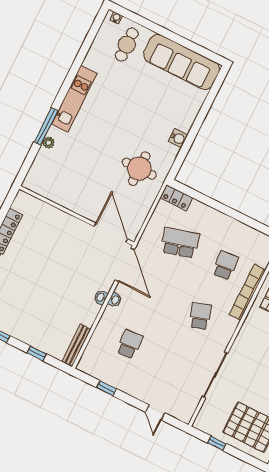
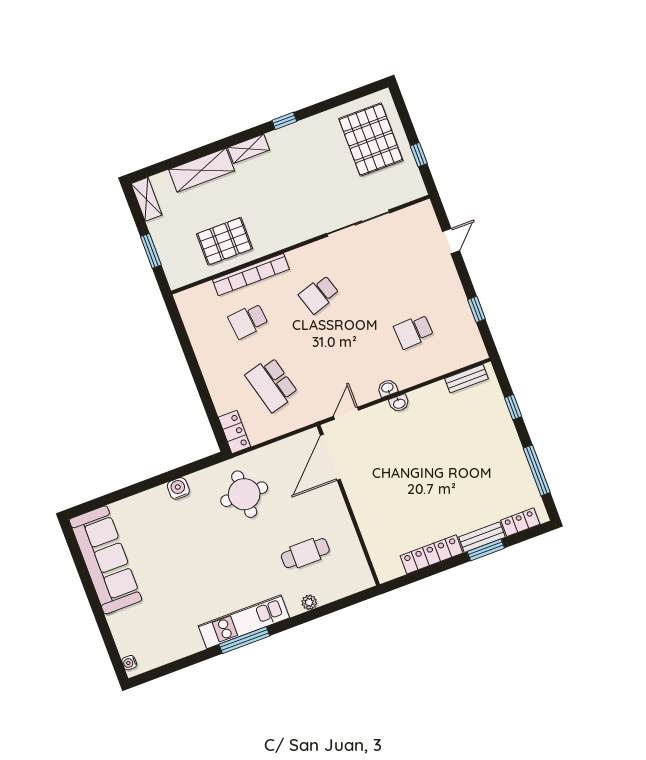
cafe table: (127, 45) -> (305, 553), moved
window: (46, 126) -> (244, 640), moved
door: (125, 265) -> (346, 413), width x0.53
bench: (77, 345) -> (467, 379), width x0.73

